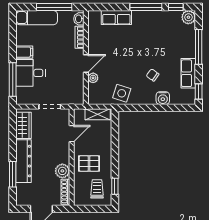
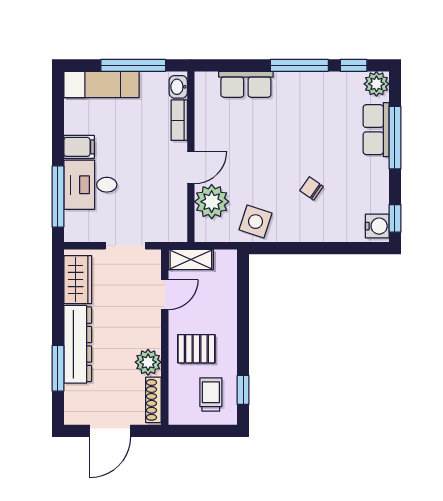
row of seats: (188, 73) -> (376, 130), moved
plant: (93, 78) -> (212, 202), width x1.88, depth x1.88
water cooler: (163, 98) -> (377, 226), moved, turned -90
shelving: (98, 114) -> (191, 259), moved

